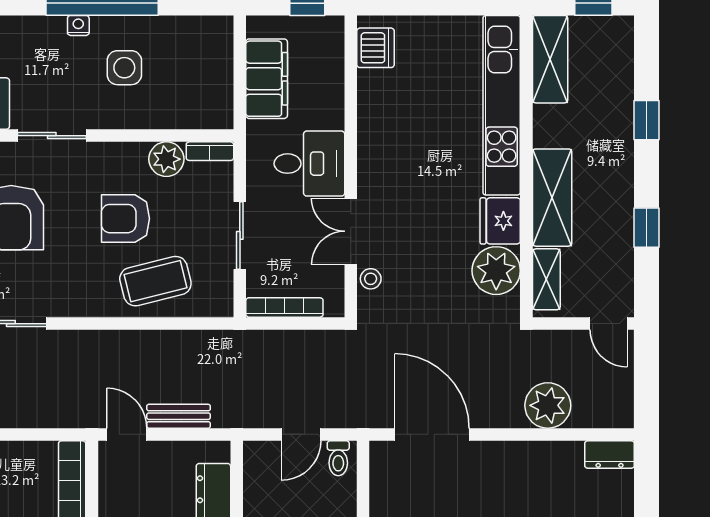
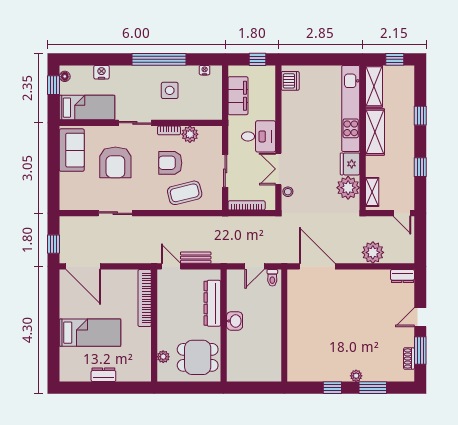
nightstand: (78, 25) -> (205, 70), moved
bookcase: (210, 151) -> (169, 130), moved
shelving: (552, 198) -> (375, 132), moved

